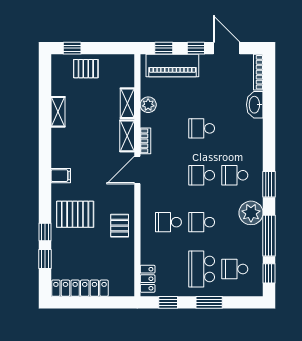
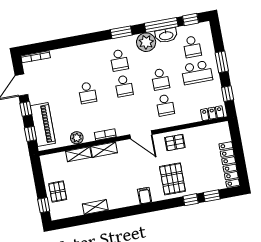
washbasin: (255, 105) -> (166, 35), moved
door: (137, 170) -> (141, 135), moved

